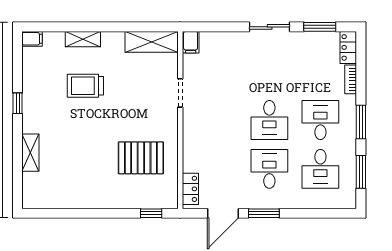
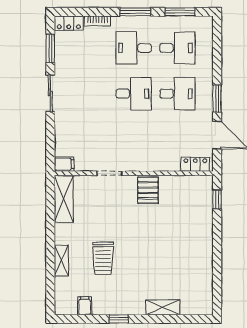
filing cabinet: (32, 39) -> (85, 306), moved
pallet: (141, 158) -> (148, 190), moved, width x0.67, depth x0.71
desk: (269, 169) -> (177, 94), turned 180

